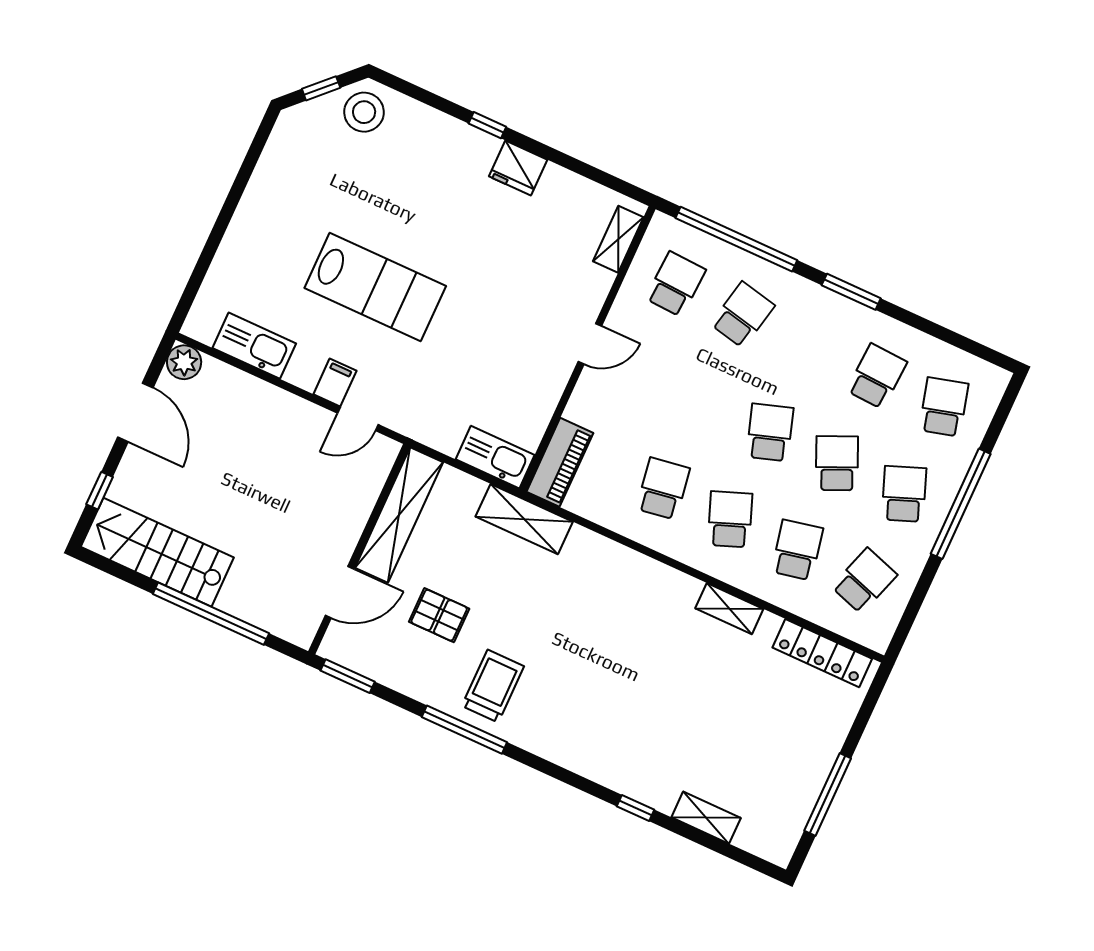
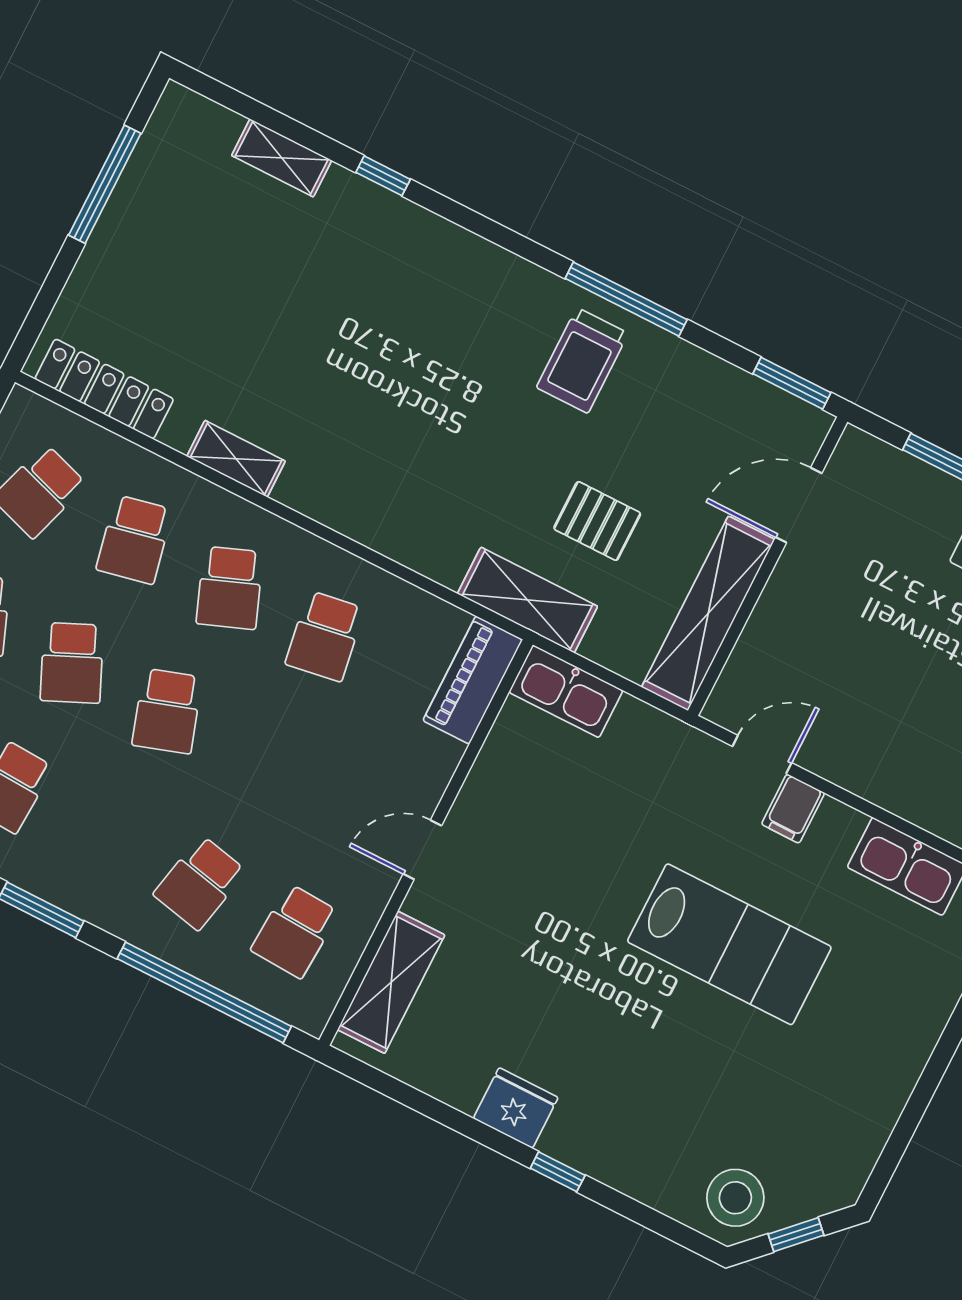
shelving: (618, 239) -> (391, 982), width x1.50, depth x1.33
lab bench: (375, 287) -> (729, 944), turned 180
pallet: (439, 615) -> (597, 521), moved

